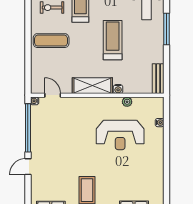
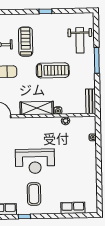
treadmill: (113, 40) -> (53, 70), turned 90
reception desk: (120, 135) -> (35, 161), moved

